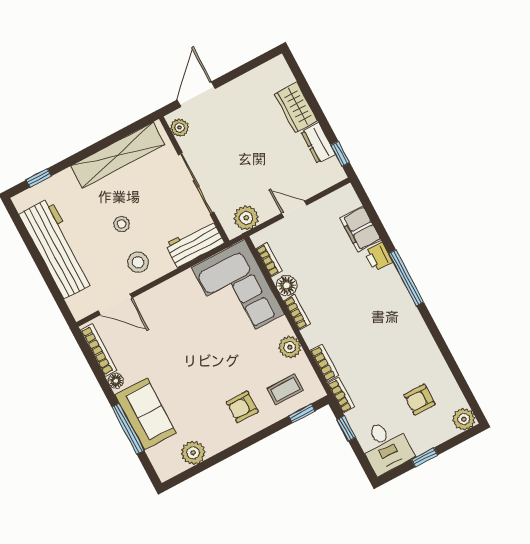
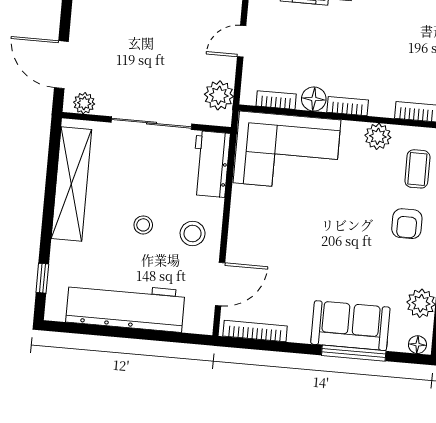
floor lamp: (116, 381) -> (417, 345), moved

